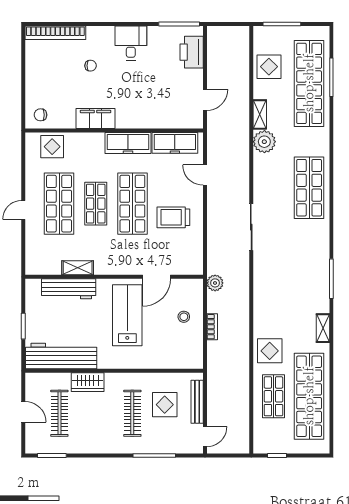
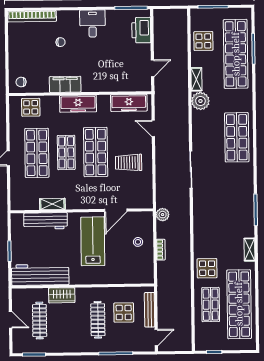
freezer: (128, 143) -> (78, 104), moved

